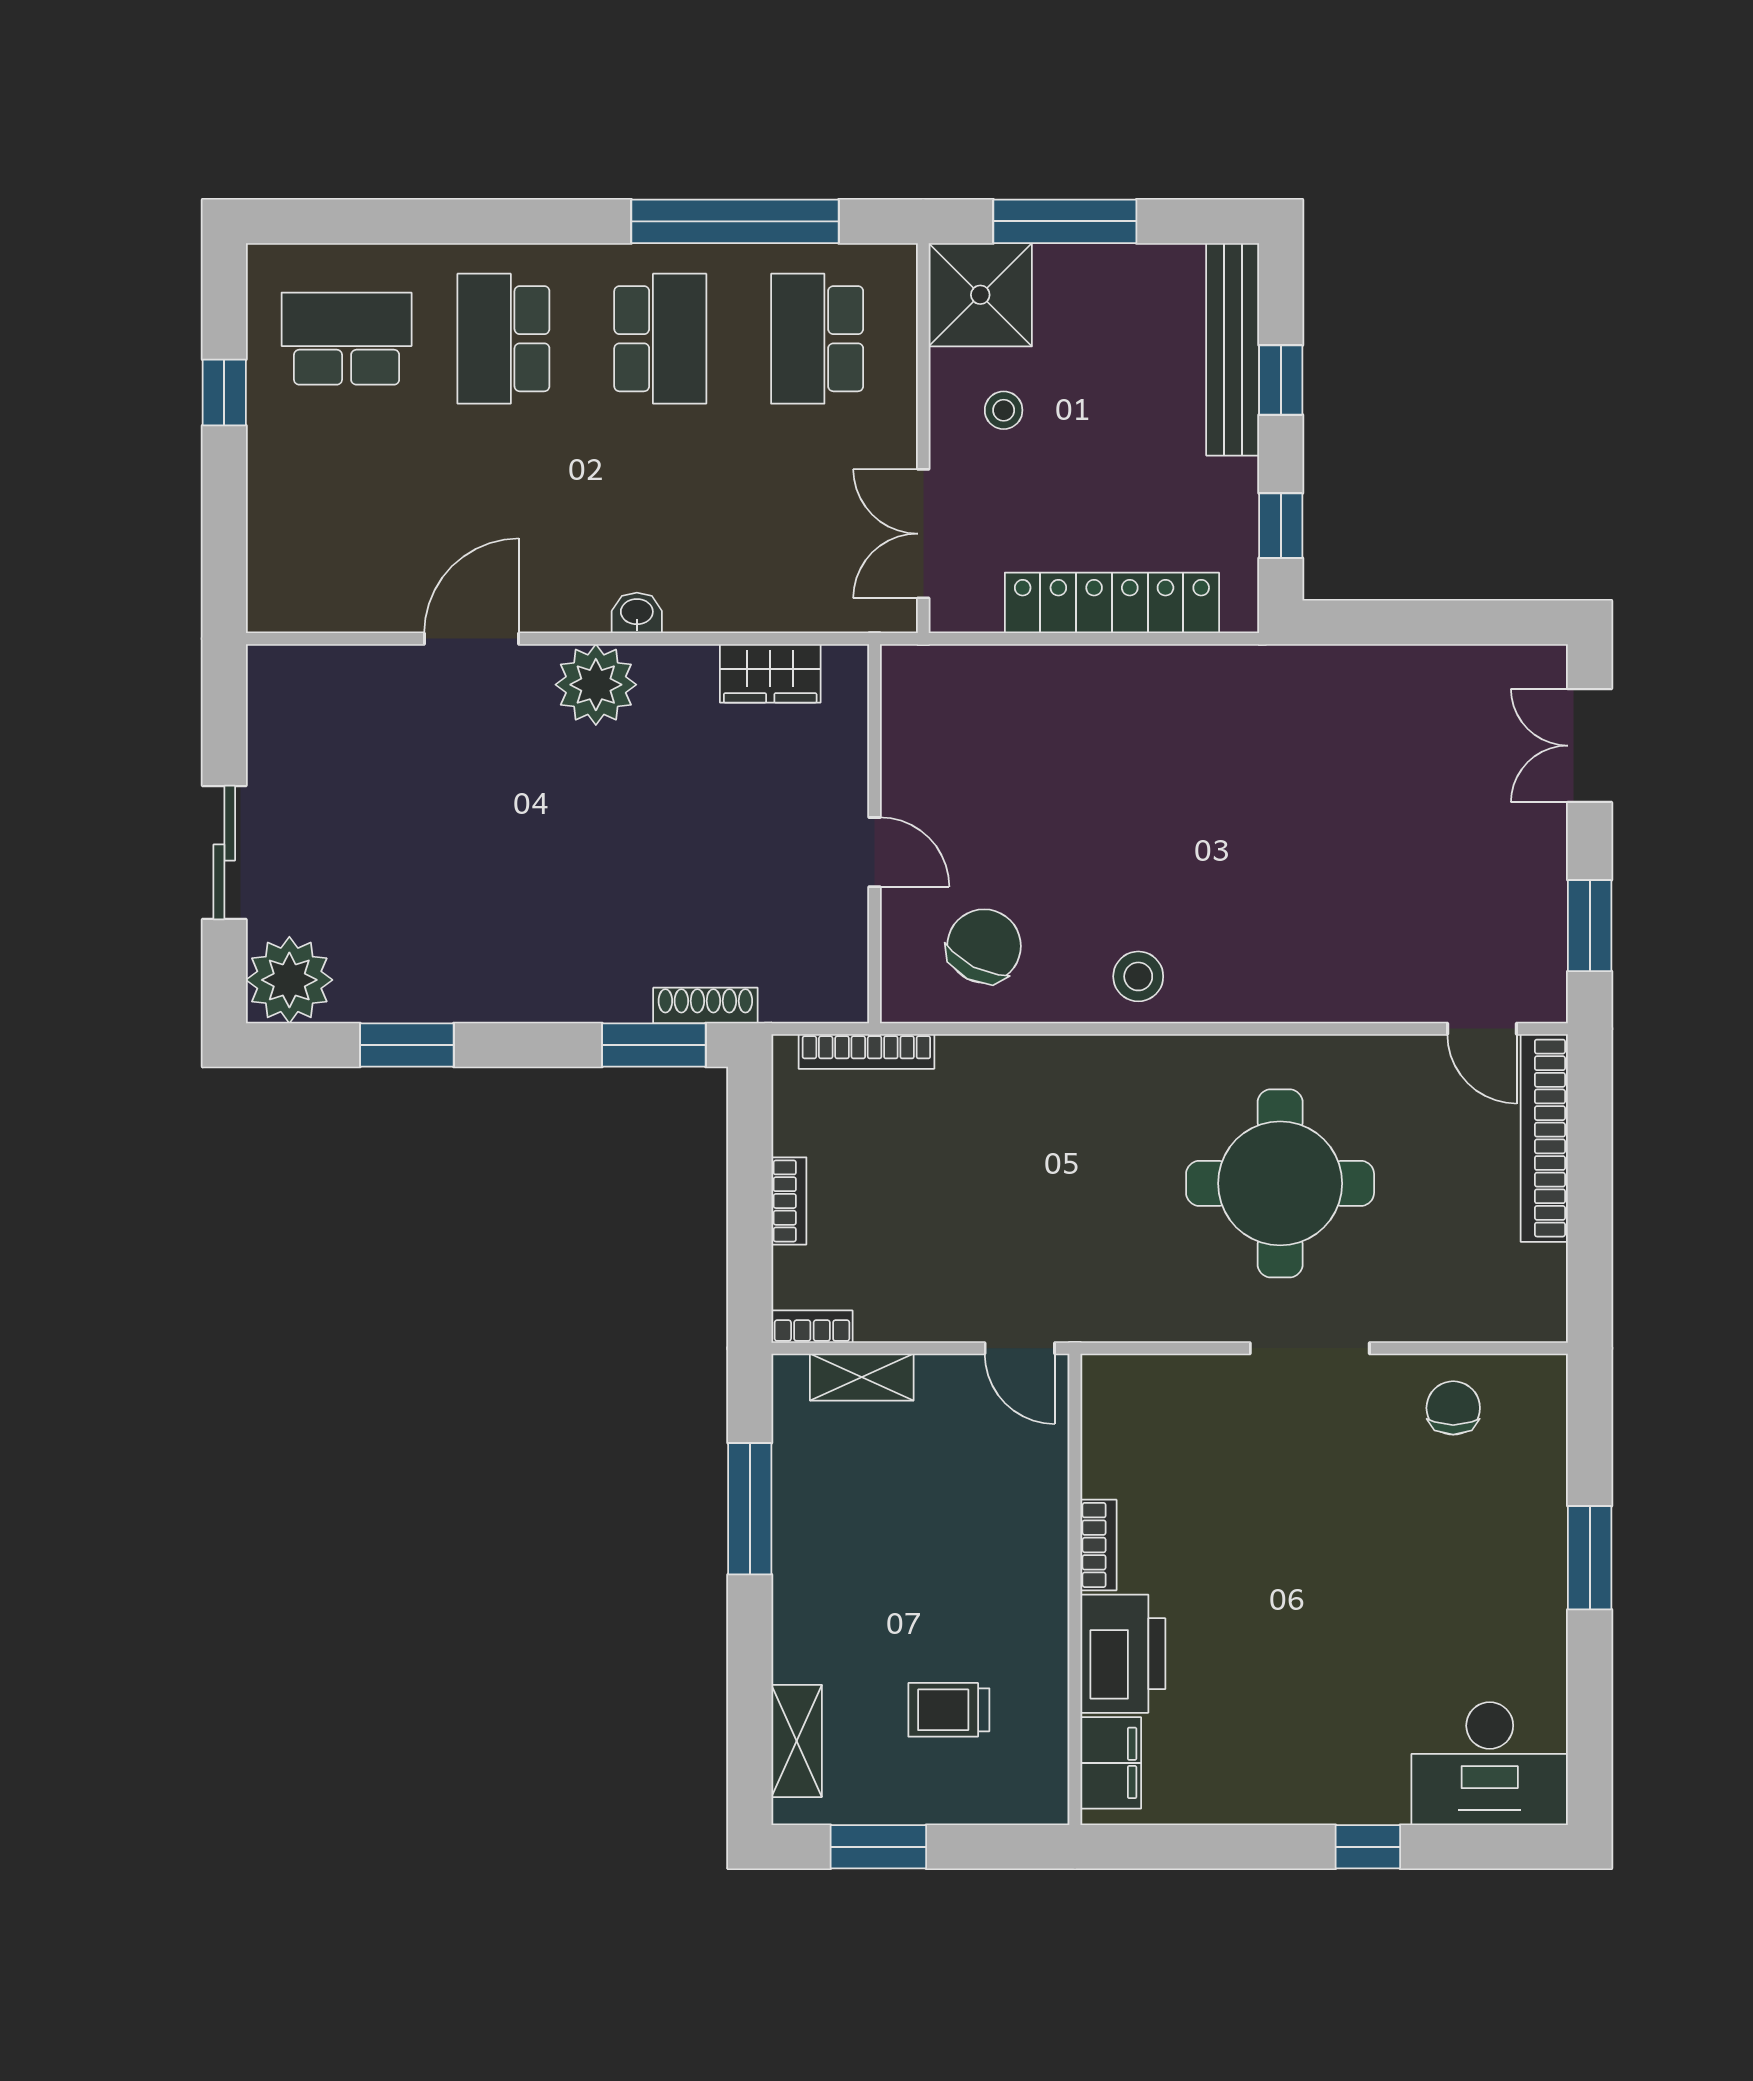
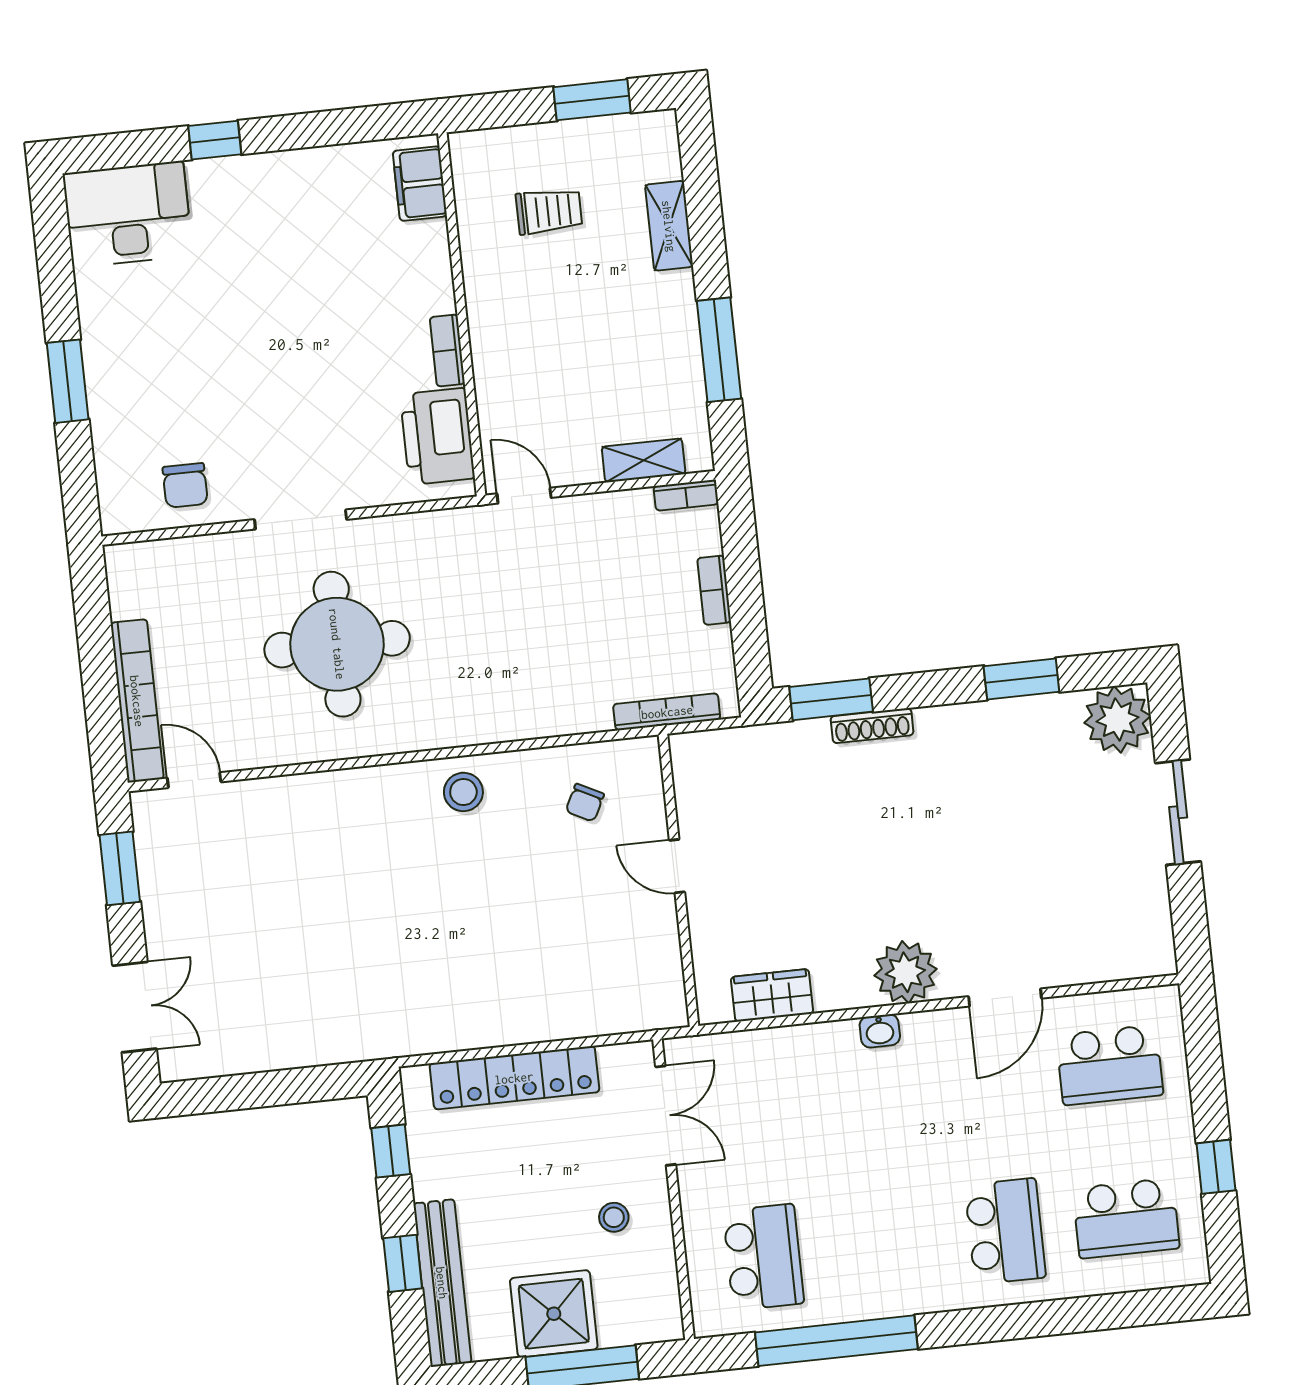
shower: (980, 295) -> (554, 1314), moved
school desk: (660, 339) -> (1110, 1065), moved, turned -90
chair: (984, 946) -> (585, 803), width x0.54, depth x0.54
shoe rack: (705, 1006) -> (872, 726), moved
printer: (1123, 1654) -> (437, 436), moved
shelving: (797, 1741) -> (669, 226), moved

